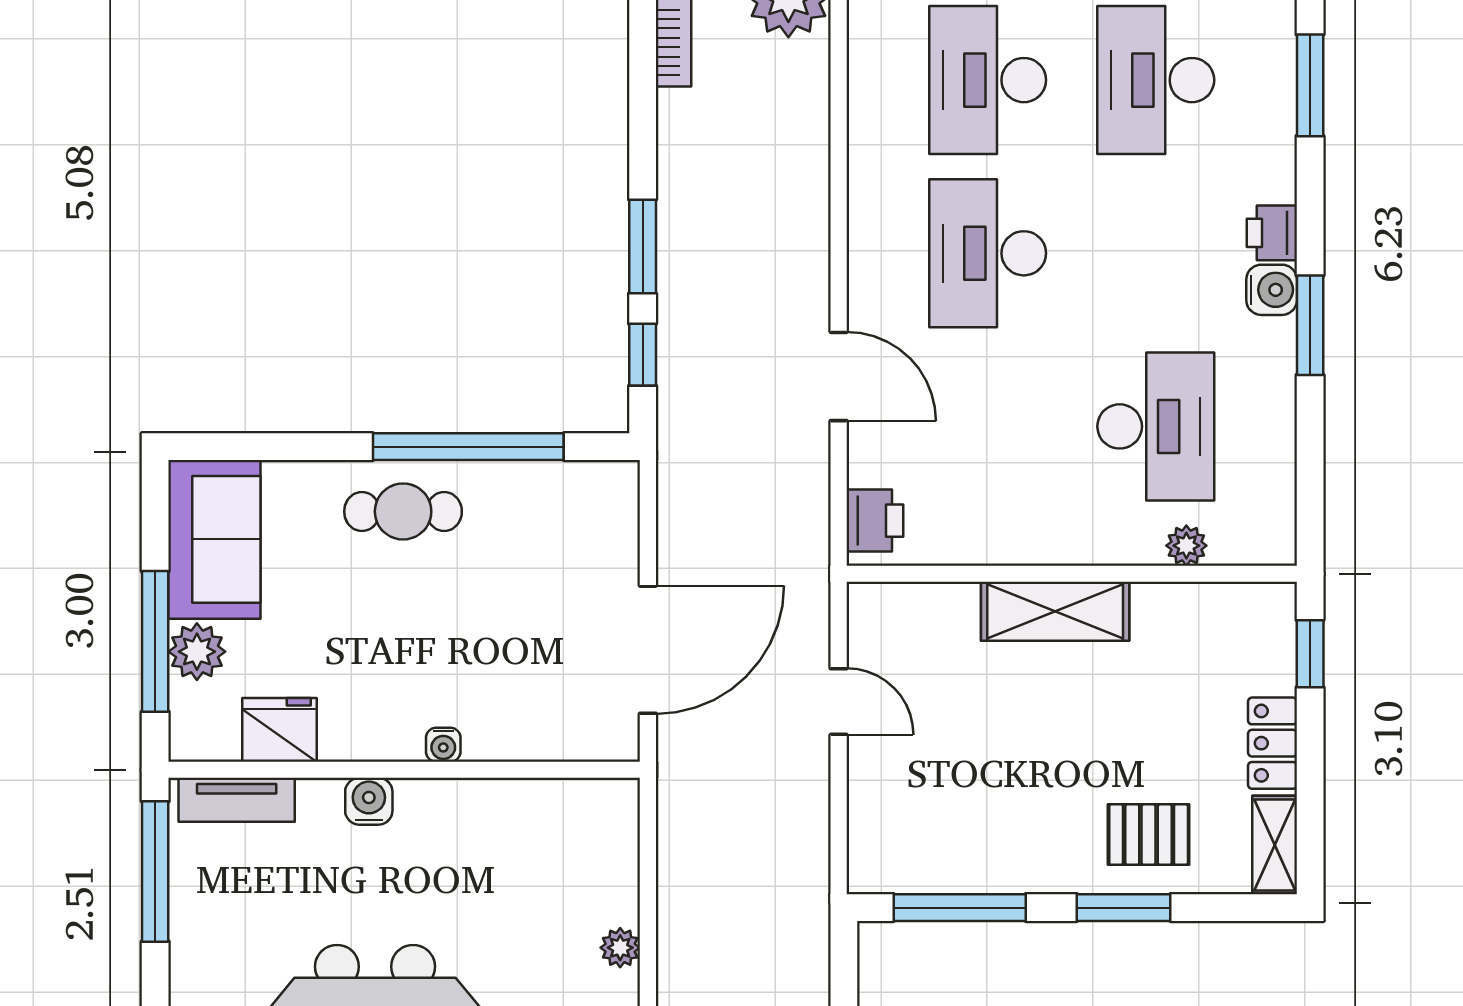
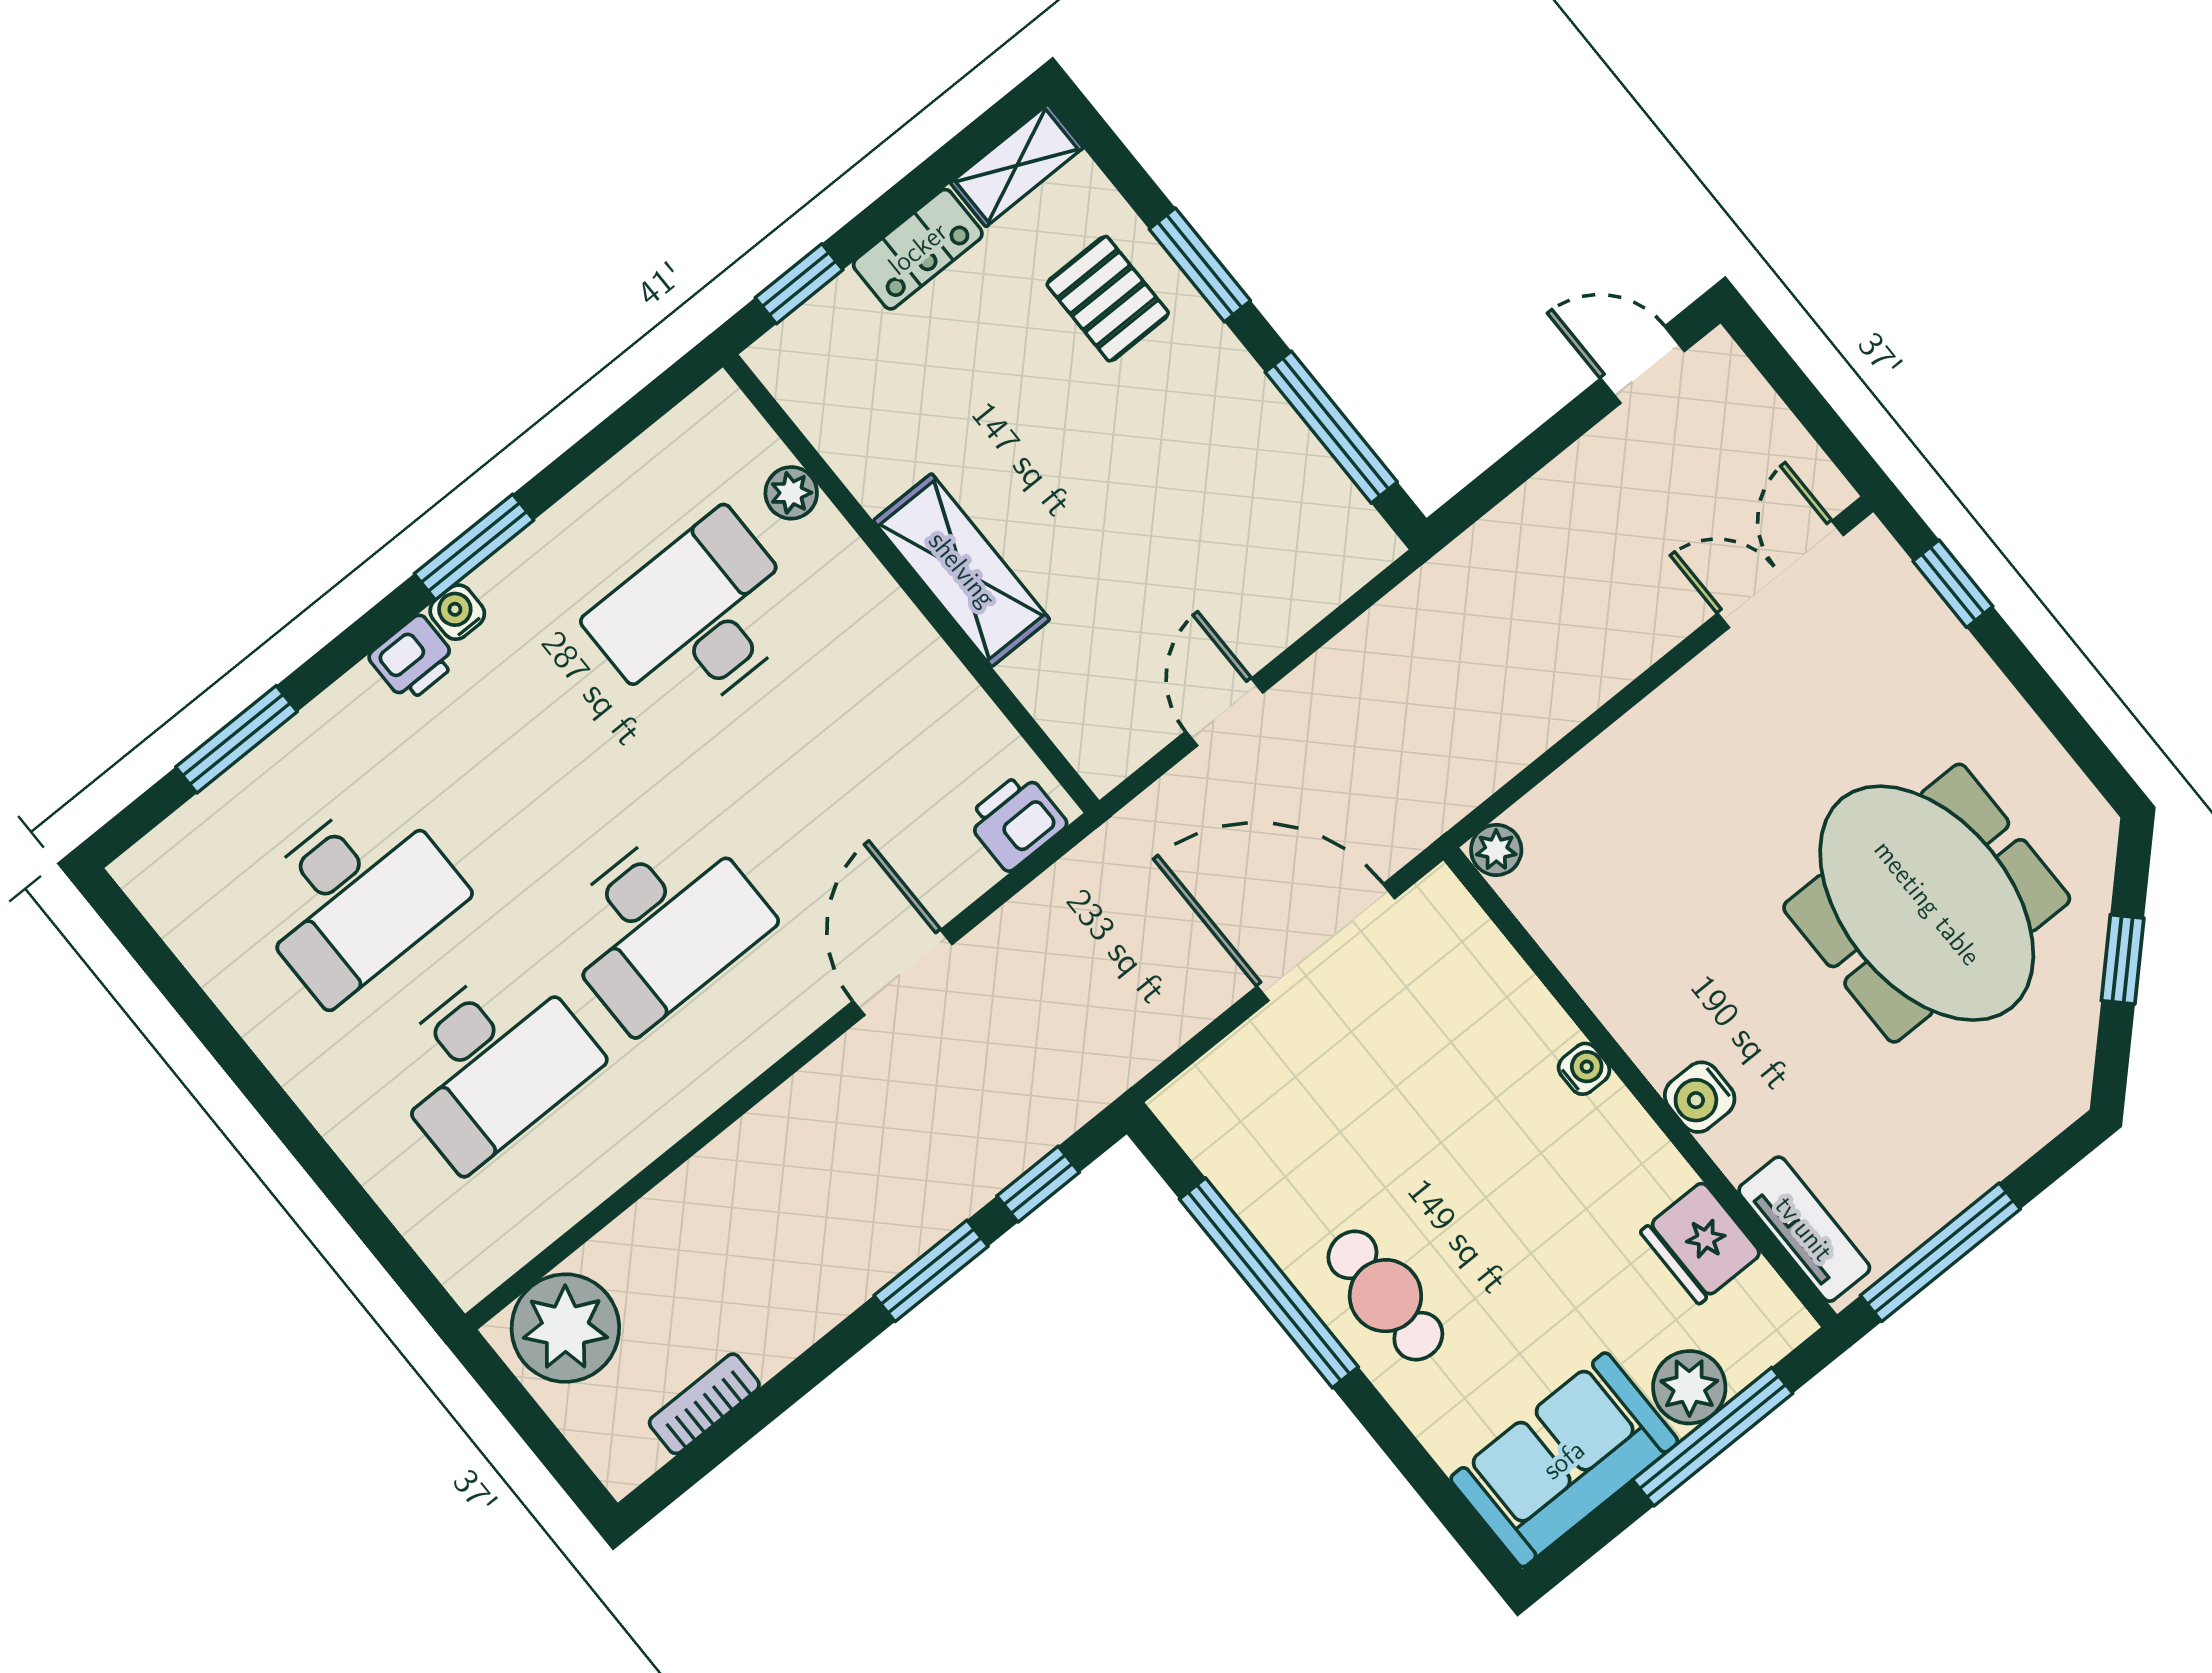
water cooler: (1272, 290) -> (457, 612), width x0.72, depth x0.72
plant: (620, 948) -> (1496, 850), moved

